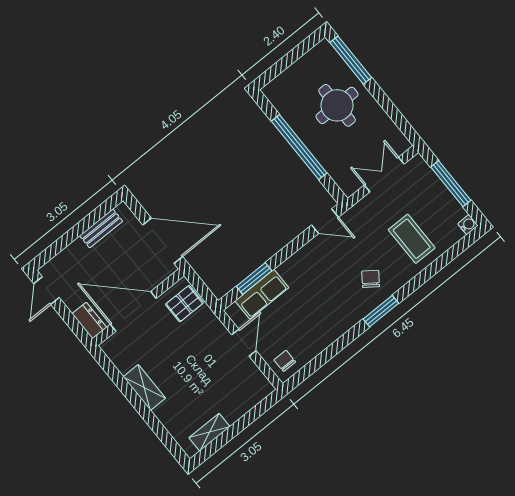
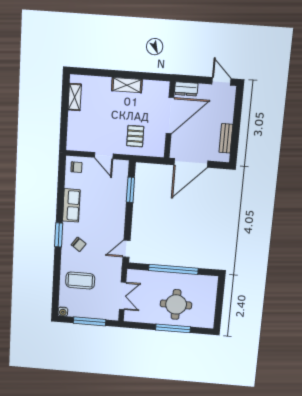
window: (351, 60) -> (173, 328), moved
row of seats: (262, 294) -> (71, 205), moved, turned 180
pallet: (184, 304) -> (135, 136), moved

